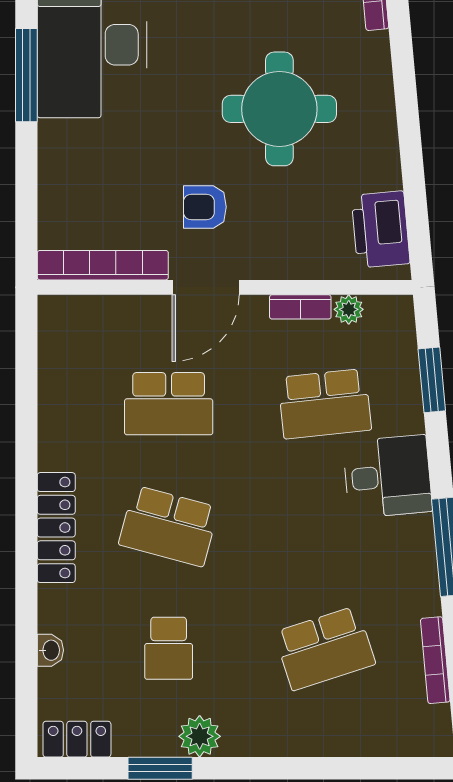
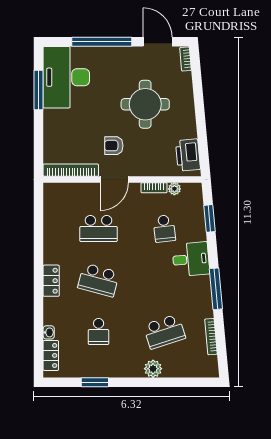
school desk: (325, 404) -> (164, 228), width x0.54
locker: (56, 528) -> (51, 281), width x0.66
plant: (200, 736) -> (153, 369), moved
locker: (77, 739) -> (51, 355), moved, turned 90

